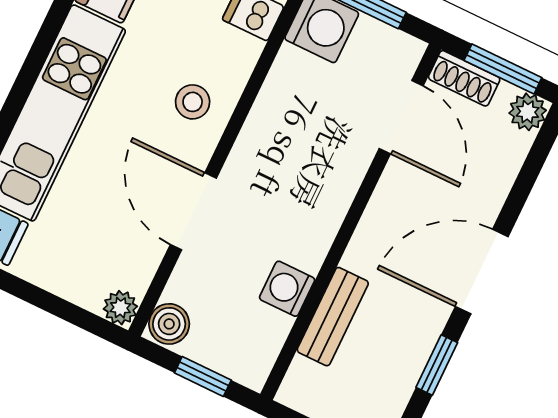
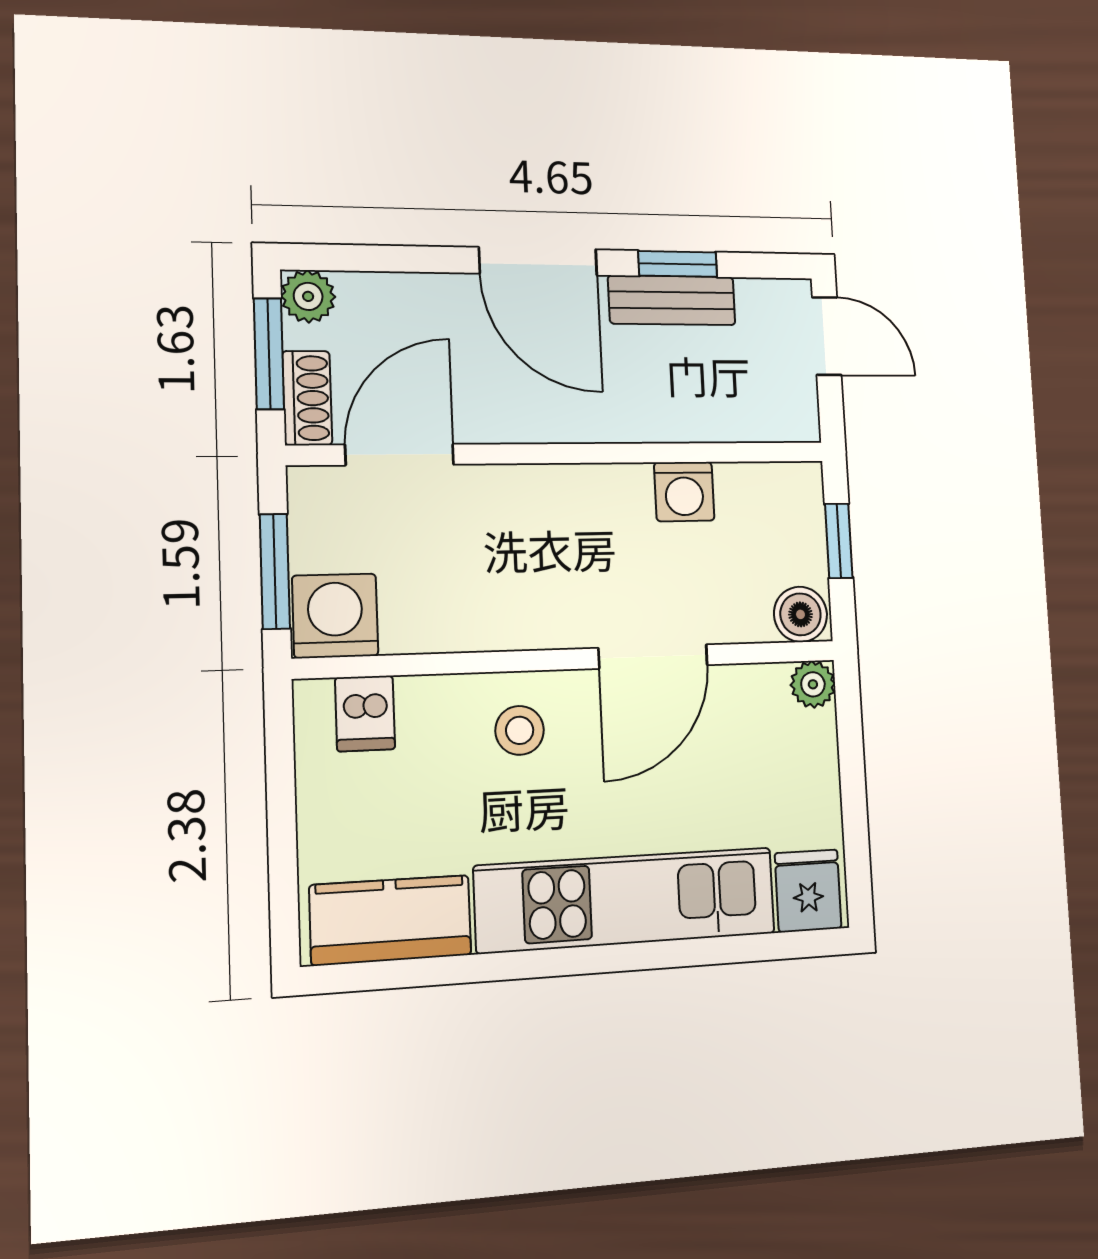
bench: (333, 317) -> (672, 300), moved

